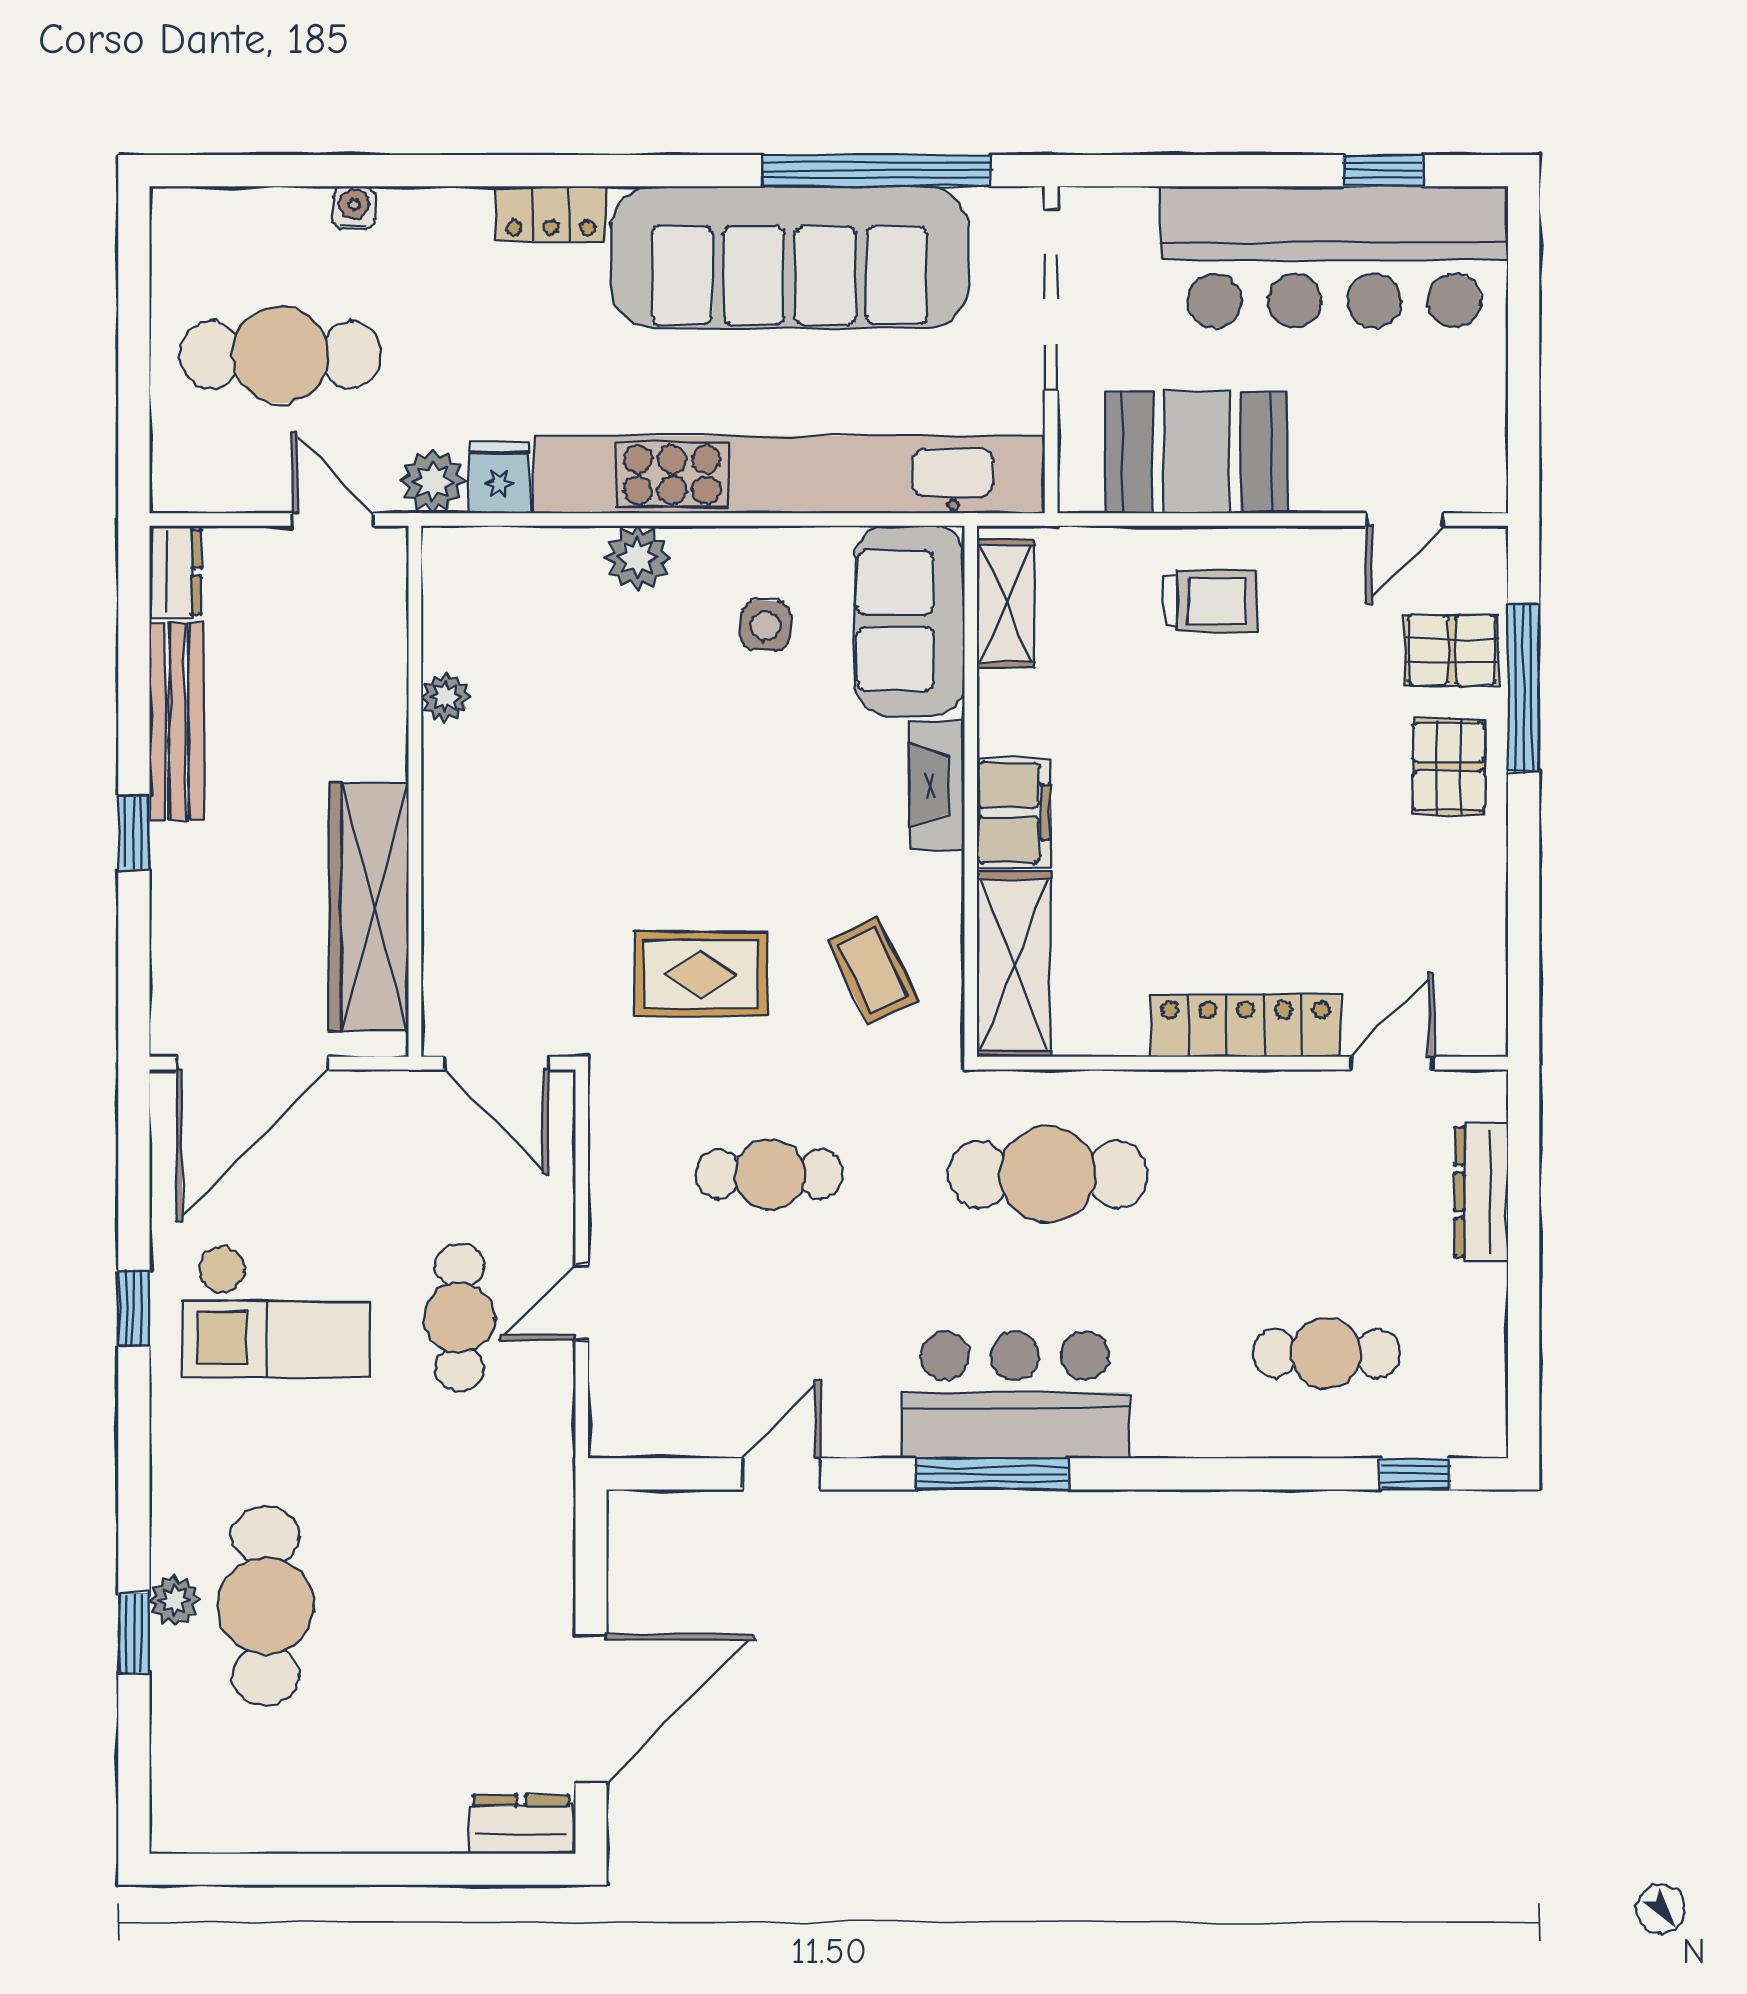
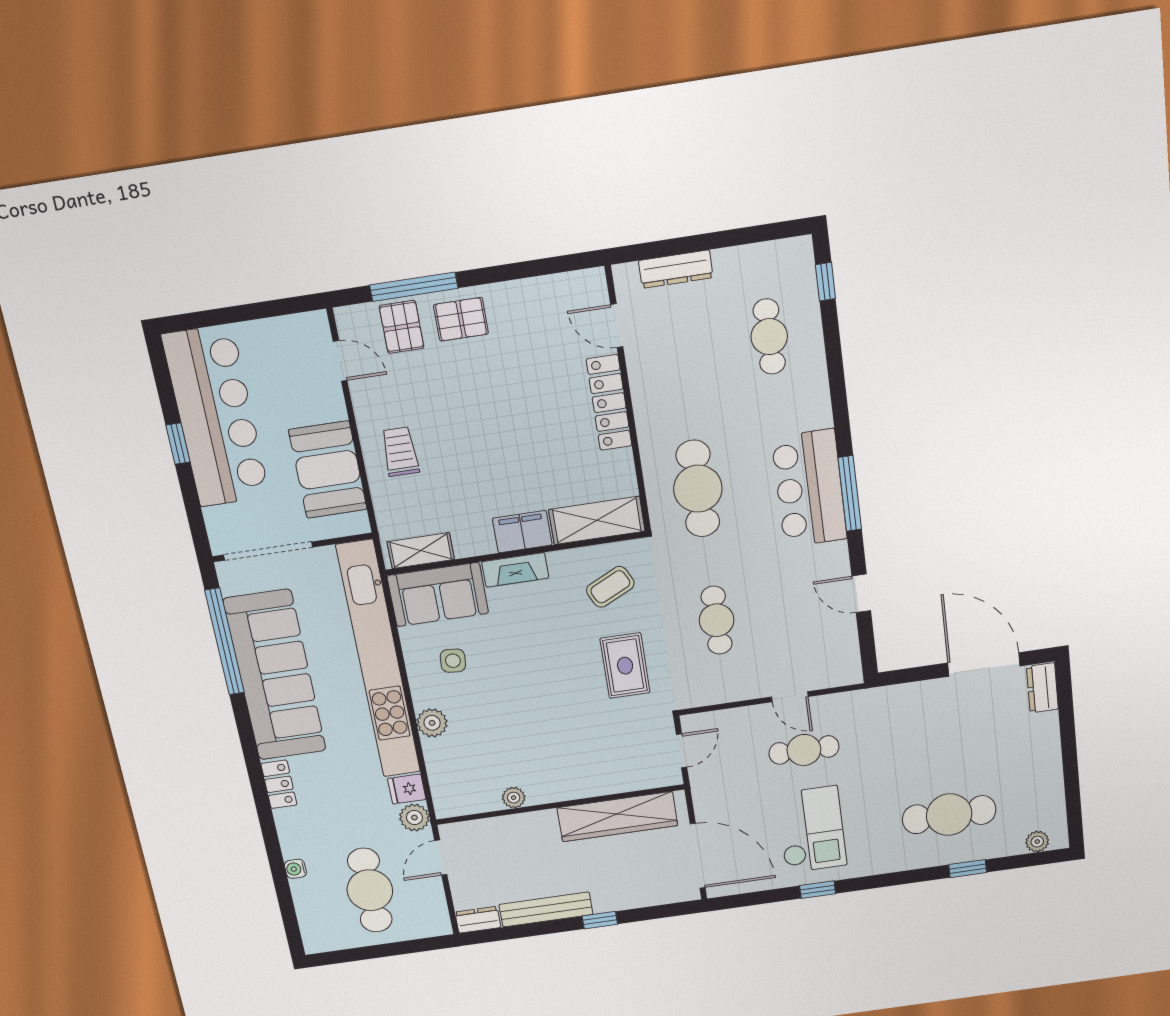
window: (1383, 171) -> (178, 444), moved
door: (497, 1063) -> (682, 751), width x0.73
plant: (174, 1600) -> (1037, 842), moved

